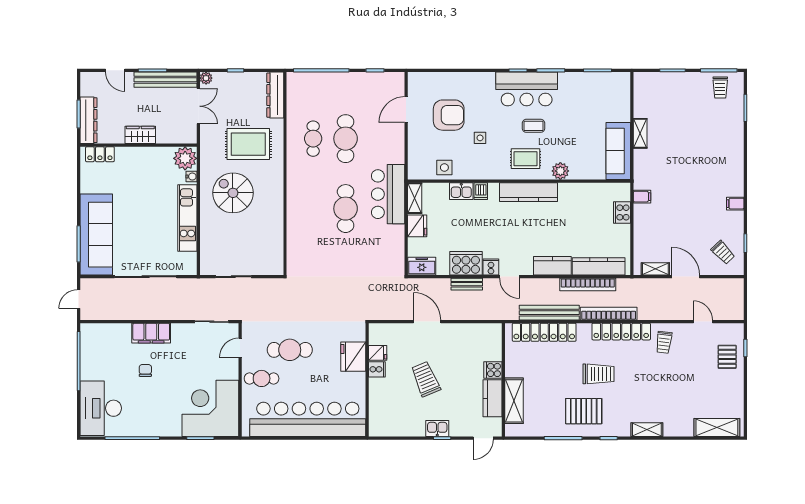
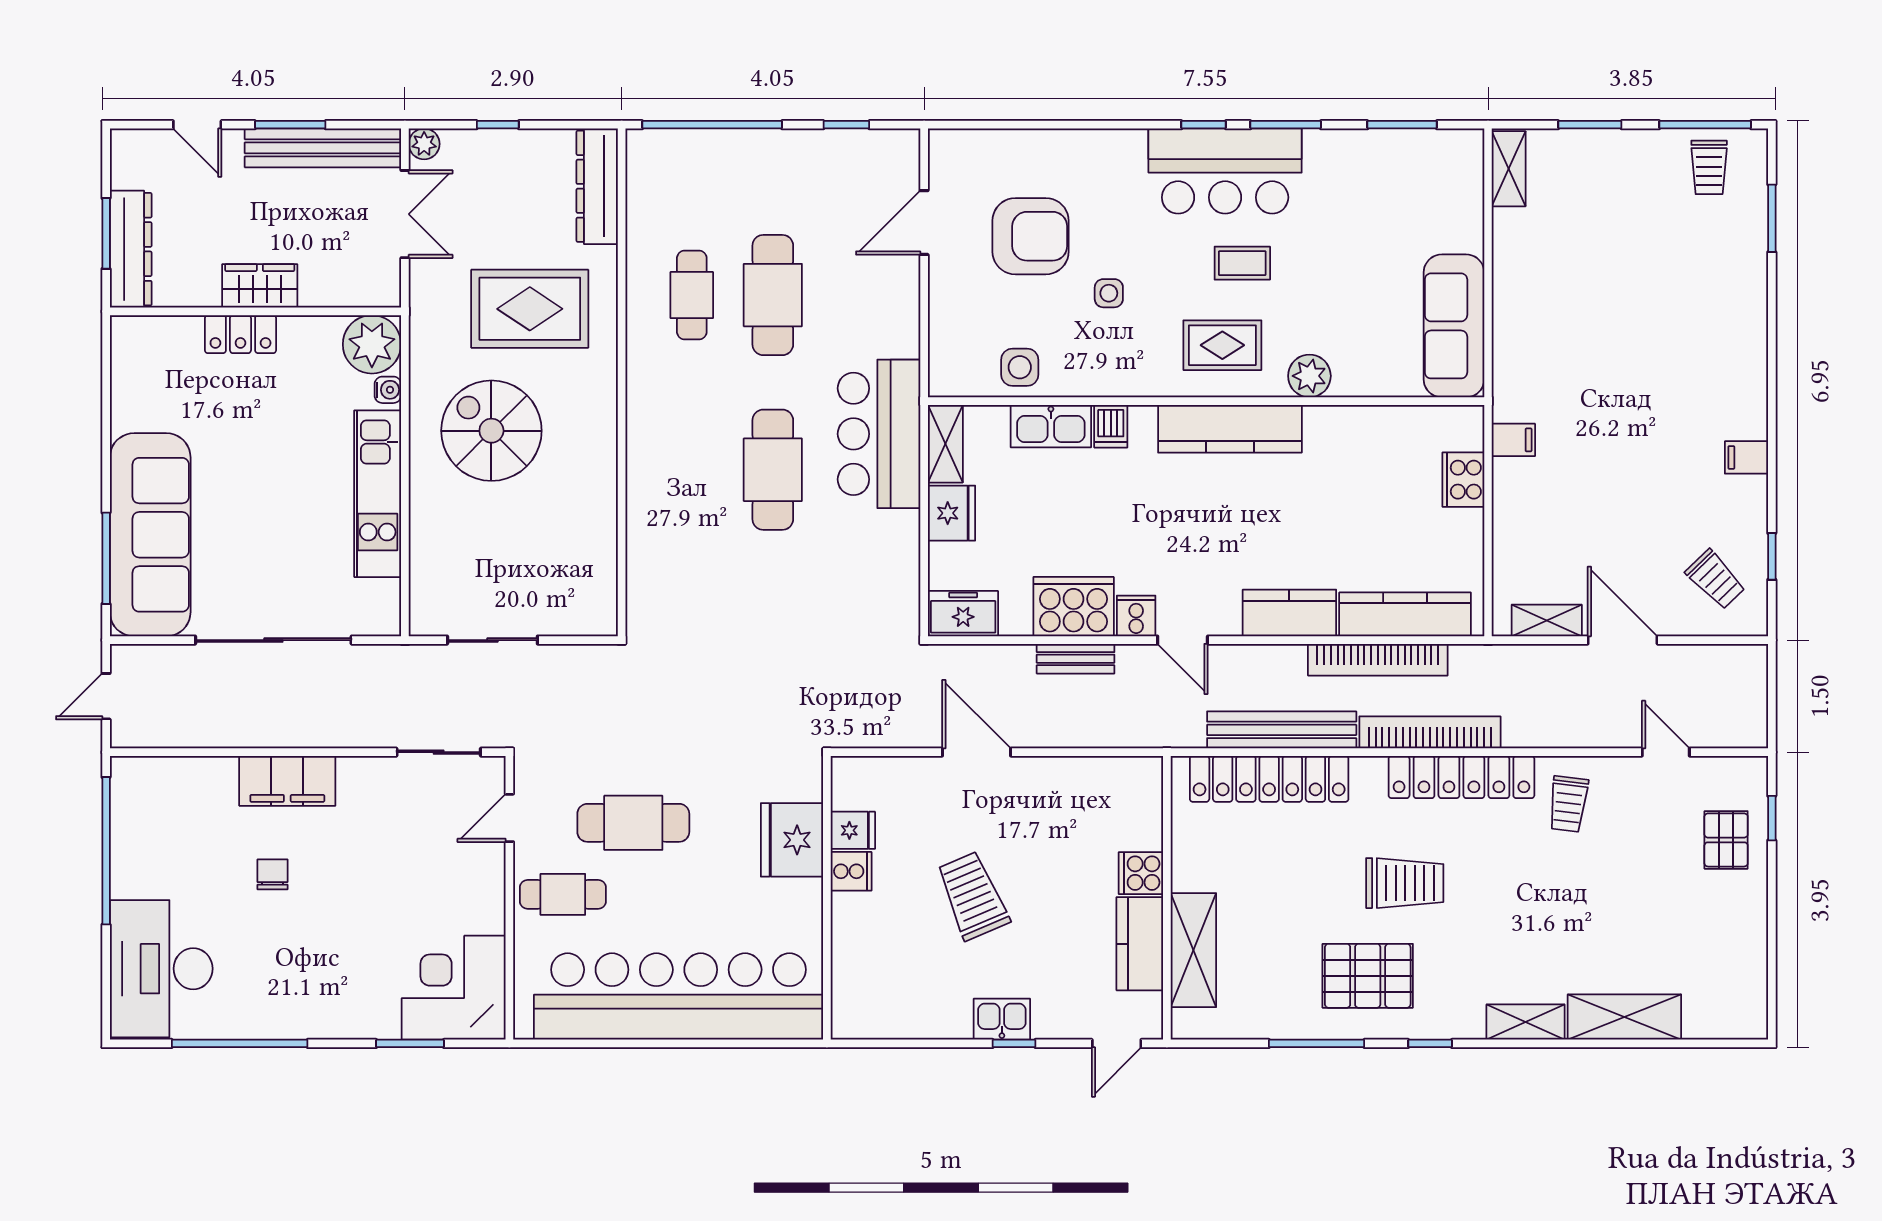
shelving: (640, 133) -> (1509, 169), moved
locker: (100, 154) -> (240, 334), moved
kitchen sink: (461, 191) -> (1051, 426), width x1.38
corner desk: (210, 408) -> (454, 988), width x0.74, depth x0.74
shelving: (717, 428) -> (1624, 1017), moved

